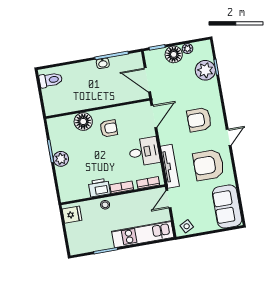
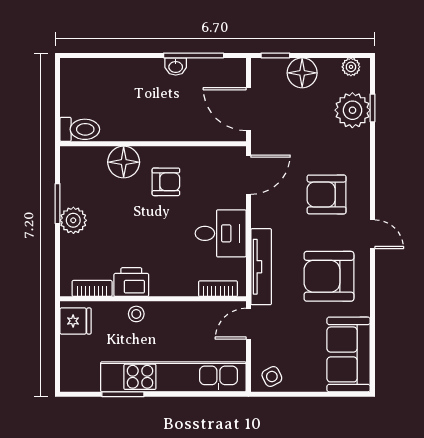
plant: (188, 49) -> (351, 67), moved
toilet: (51, 80) -> (80, 129), moved
door: (229, 137) -> (373, 234), hinge flipped
bookcase: (122, 187) -> (92, 288), moved
kitchen unit: (143, 234) -> (173, 377), width x1.36

